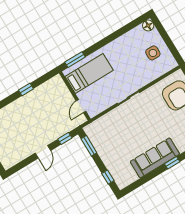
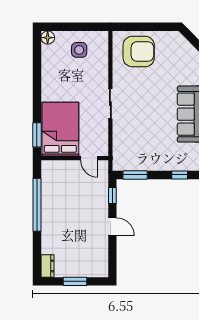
bed: (89, 73) -> (60, 129), width x1.50
window: (26, 89) -> (37, 205), width x3.17

